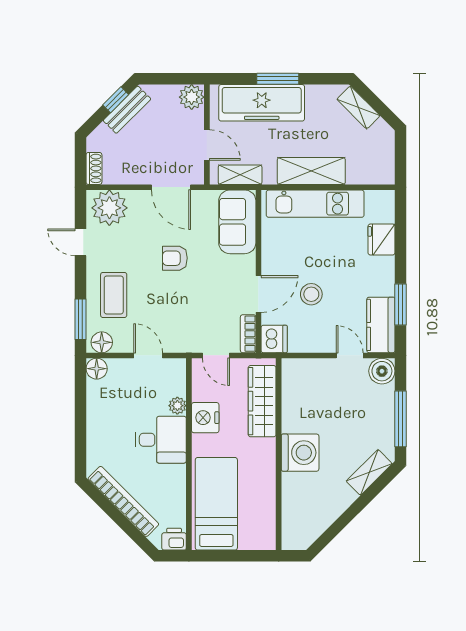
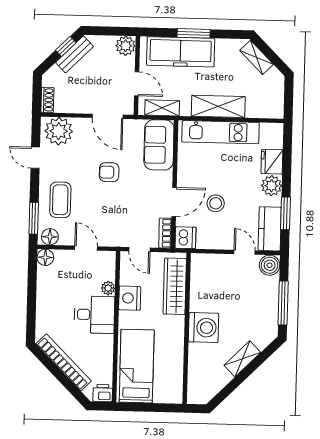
plant: (382, 270) -> (272, 186), added
shelving: (369, 472) -> (242, 359), moved

